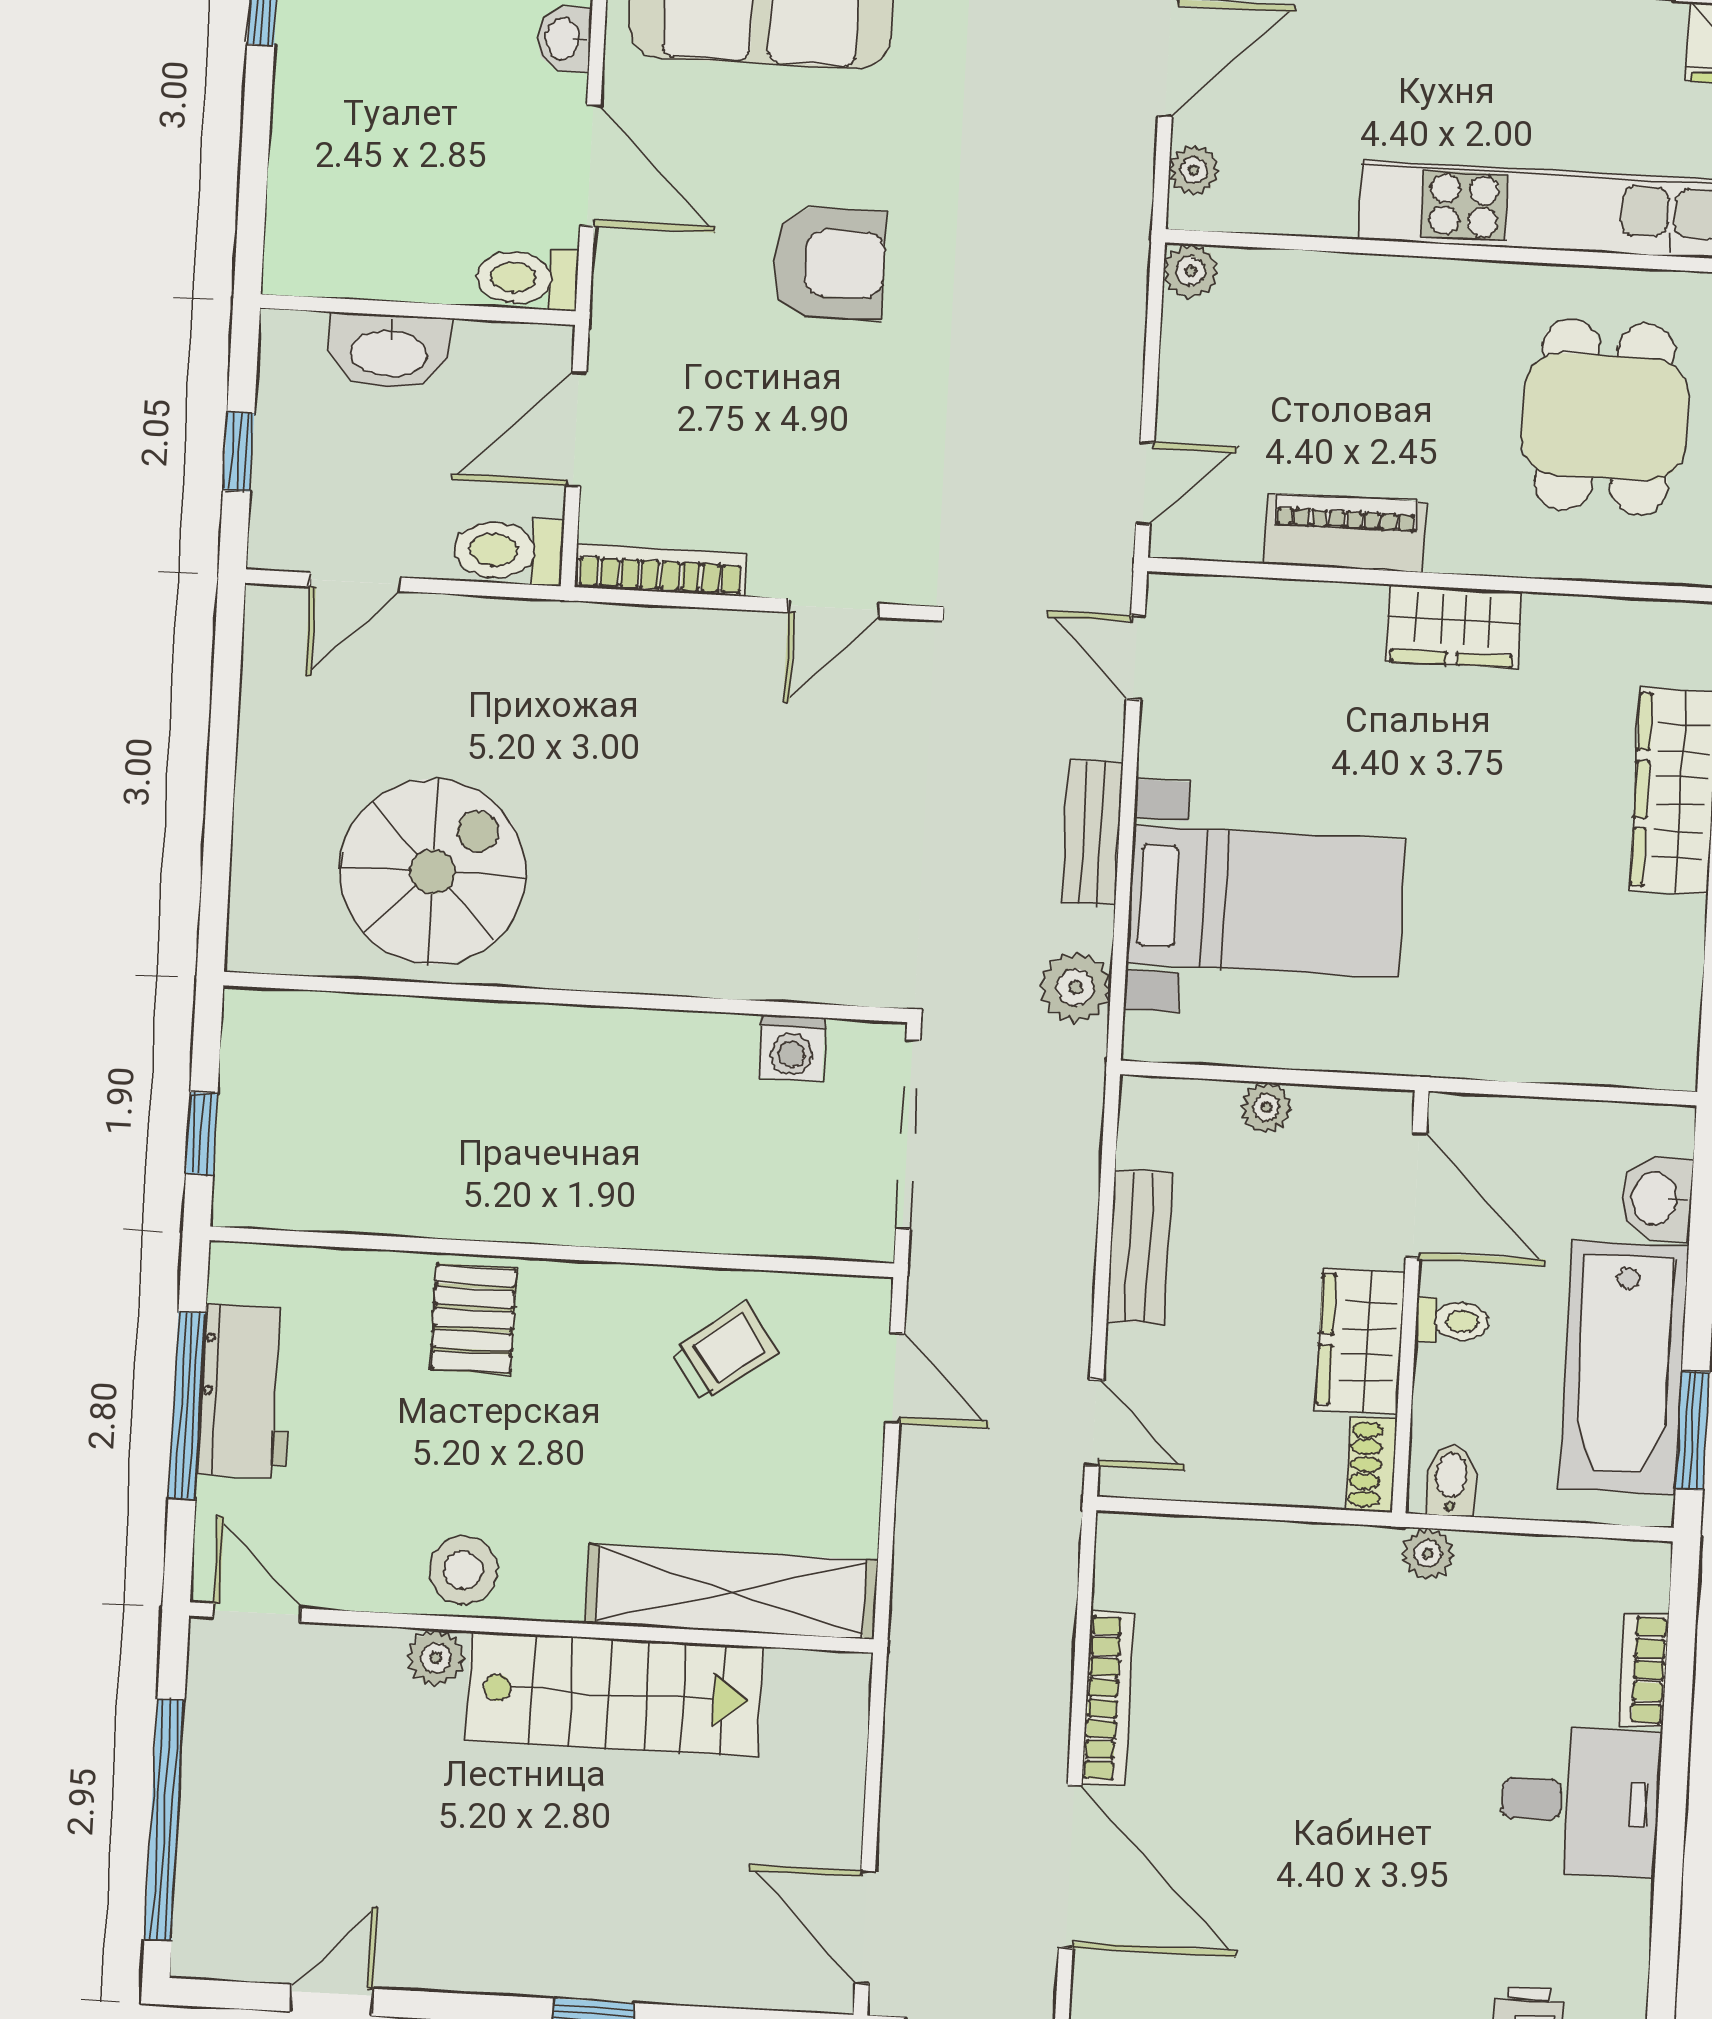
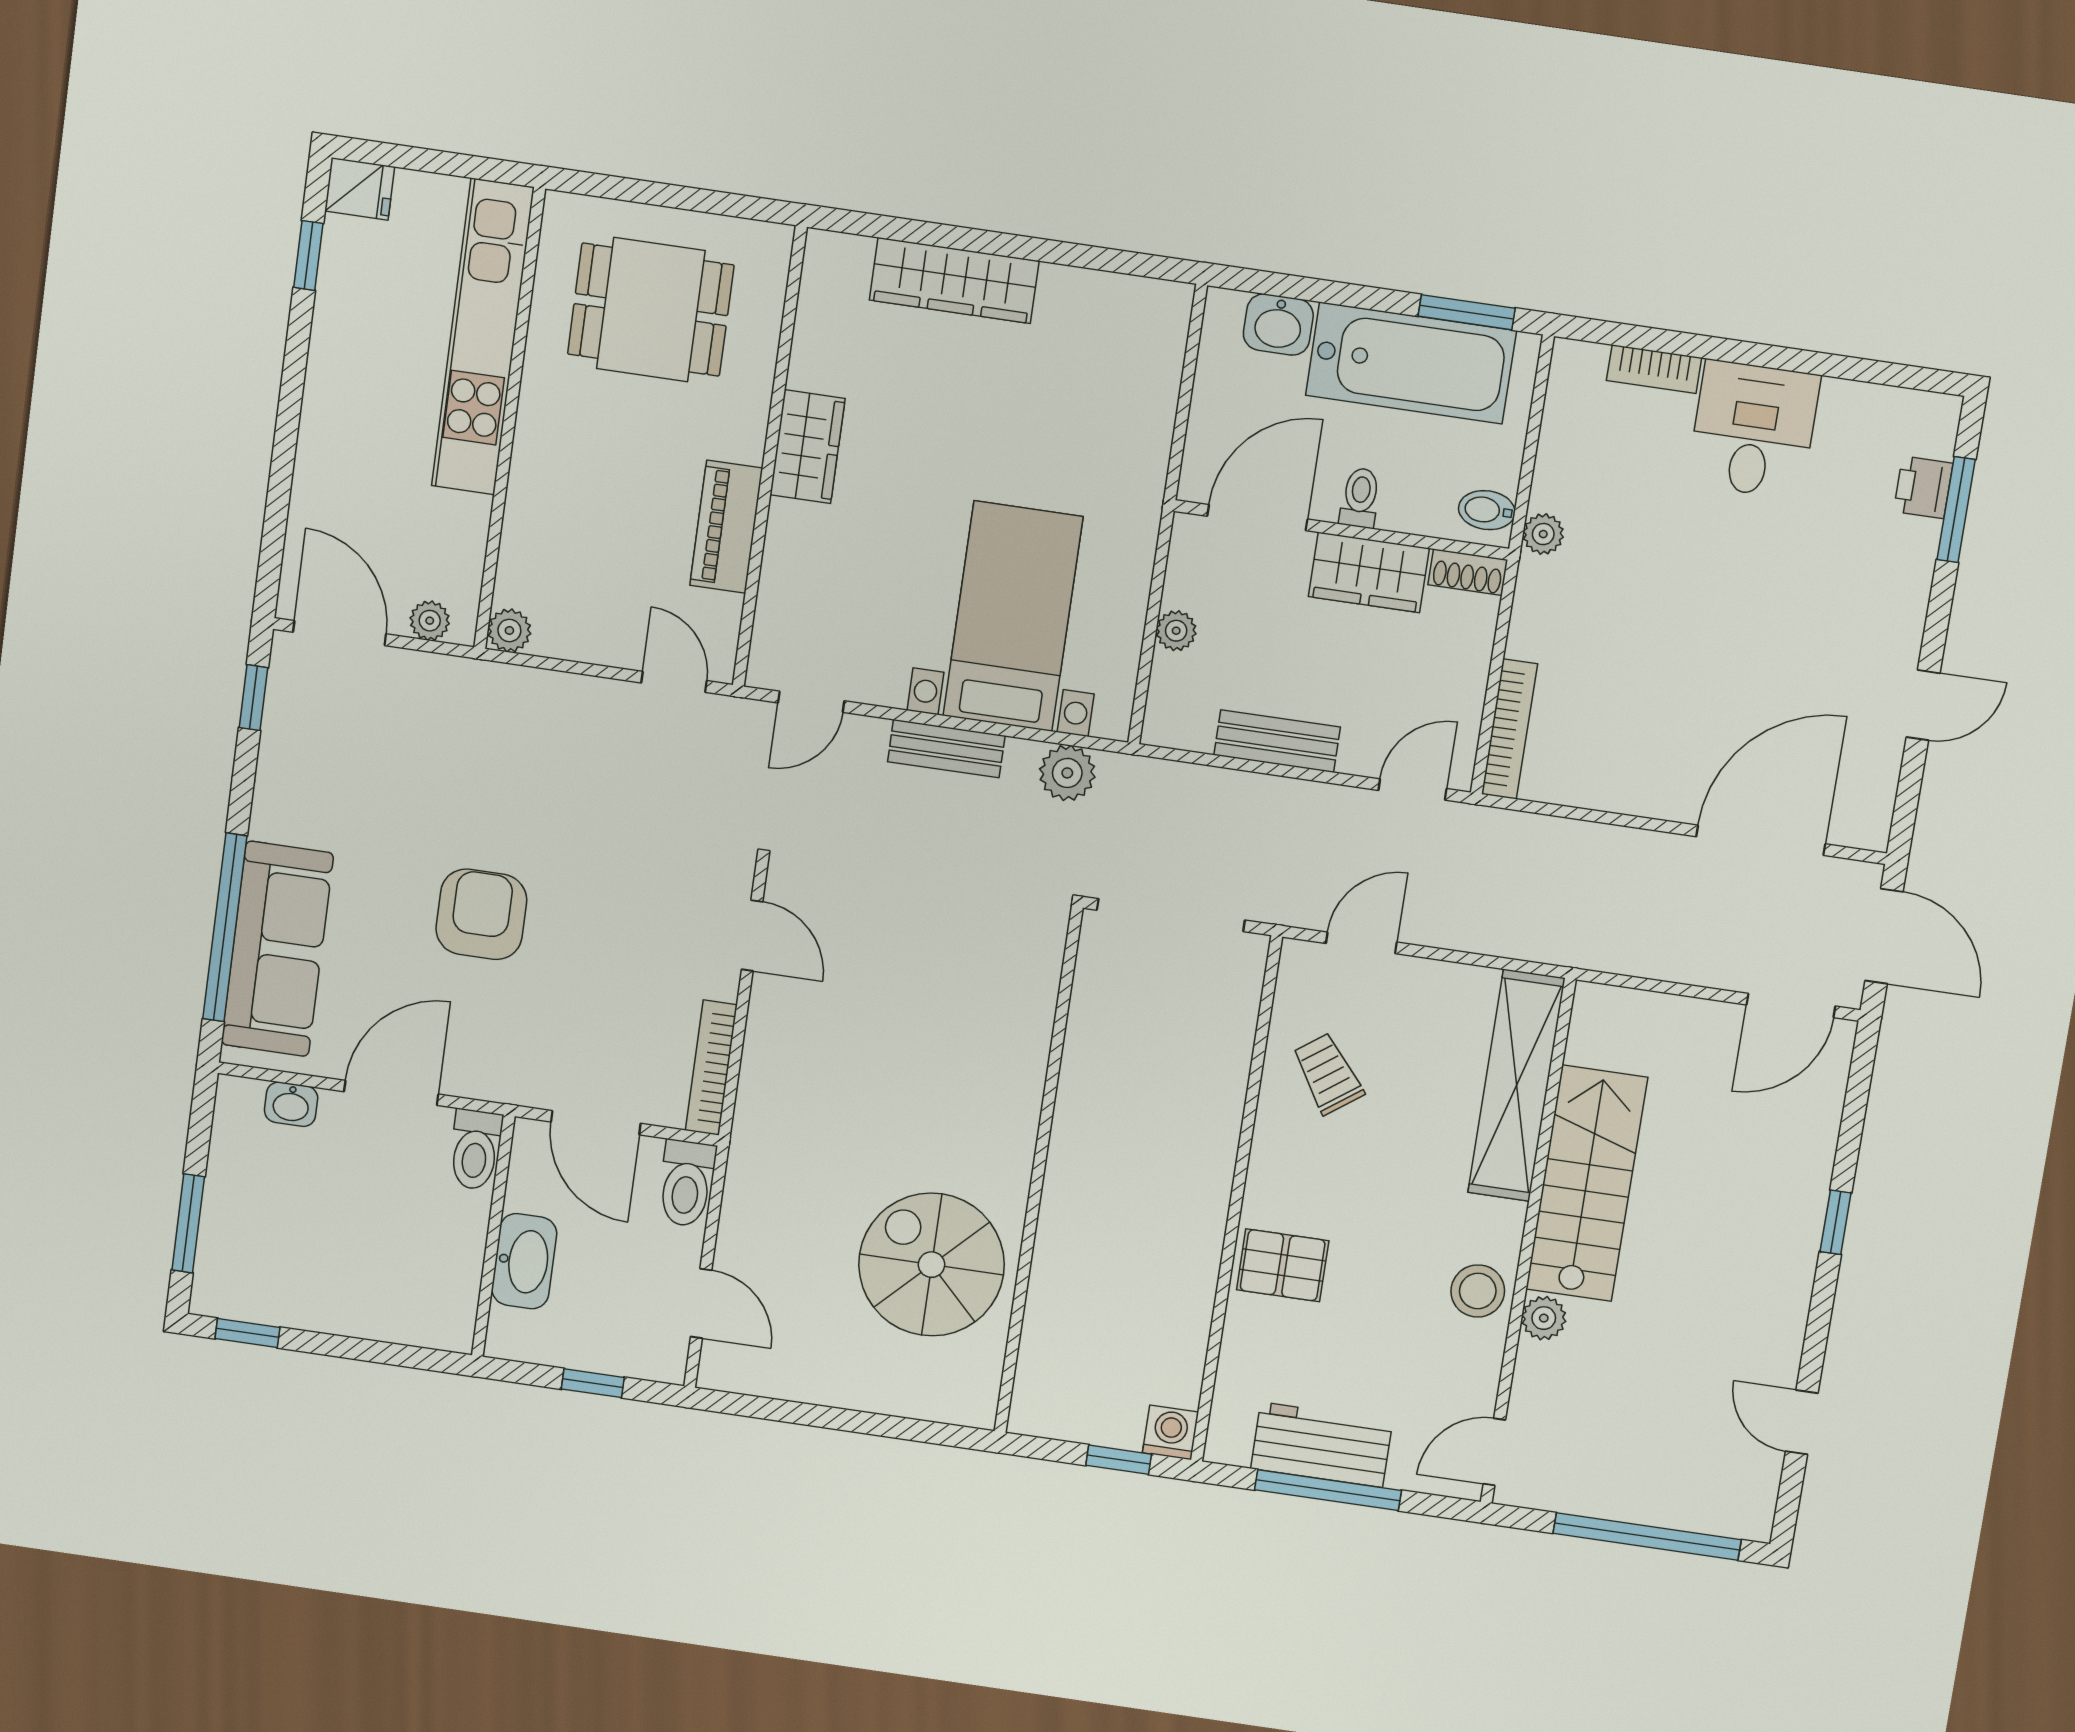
washing machine: (792, 1048) -> (1171, 1432), moved, turned -90
bookcase: (1108, 1698) -> (1510, 729), moved, turned 90

